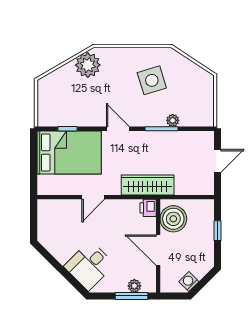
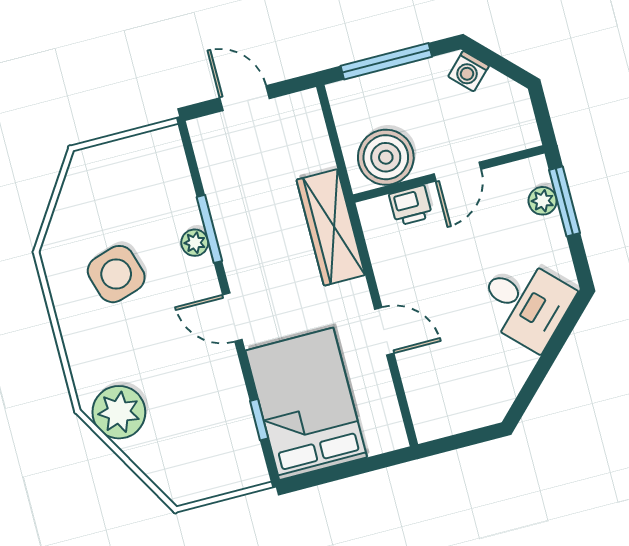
plant: (173, 120) -> (195, 243), moved
door: (118, 129) -> (232, 317), hinge flipped
printer: (148, 208) -> (411, 206), moved
window: (218, 231) -> (386, 61), width x2.17
door: (158, 250) -> (457, 172), width x0.73
washing machine: (189, 282) -> (469, 71), moved

